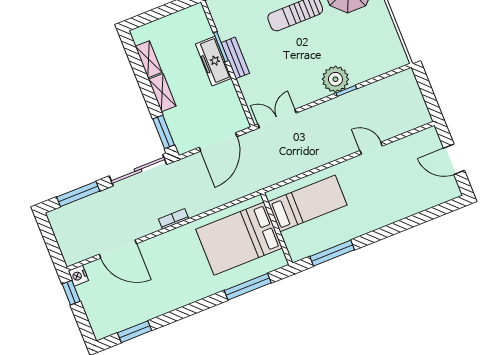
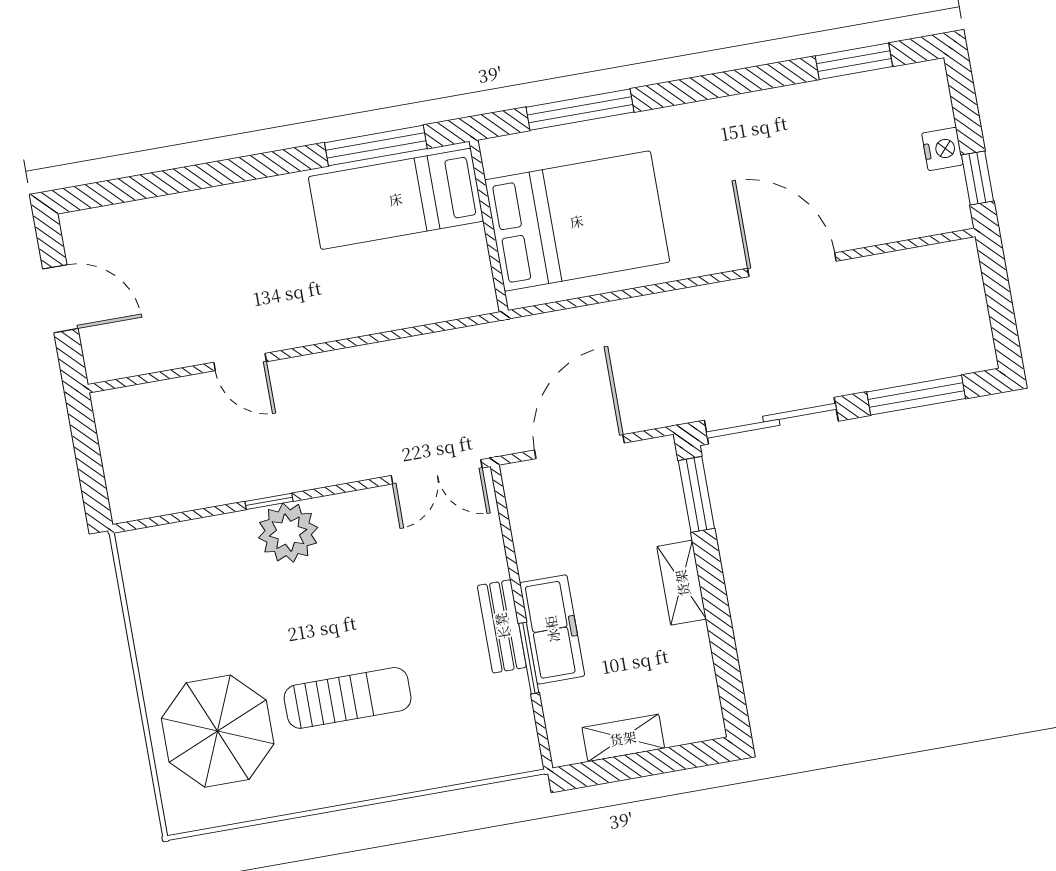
shelving: (149, 59) -> (623, 738), moved, turned 90
bed: (307, 203) -> (396, 199), moved
bookcase: (174, 219) -> (714, 295), removed
door: (118, 249) -> (792, 265), moved
nightstand: (78, 276) -> (942, 149), moved

